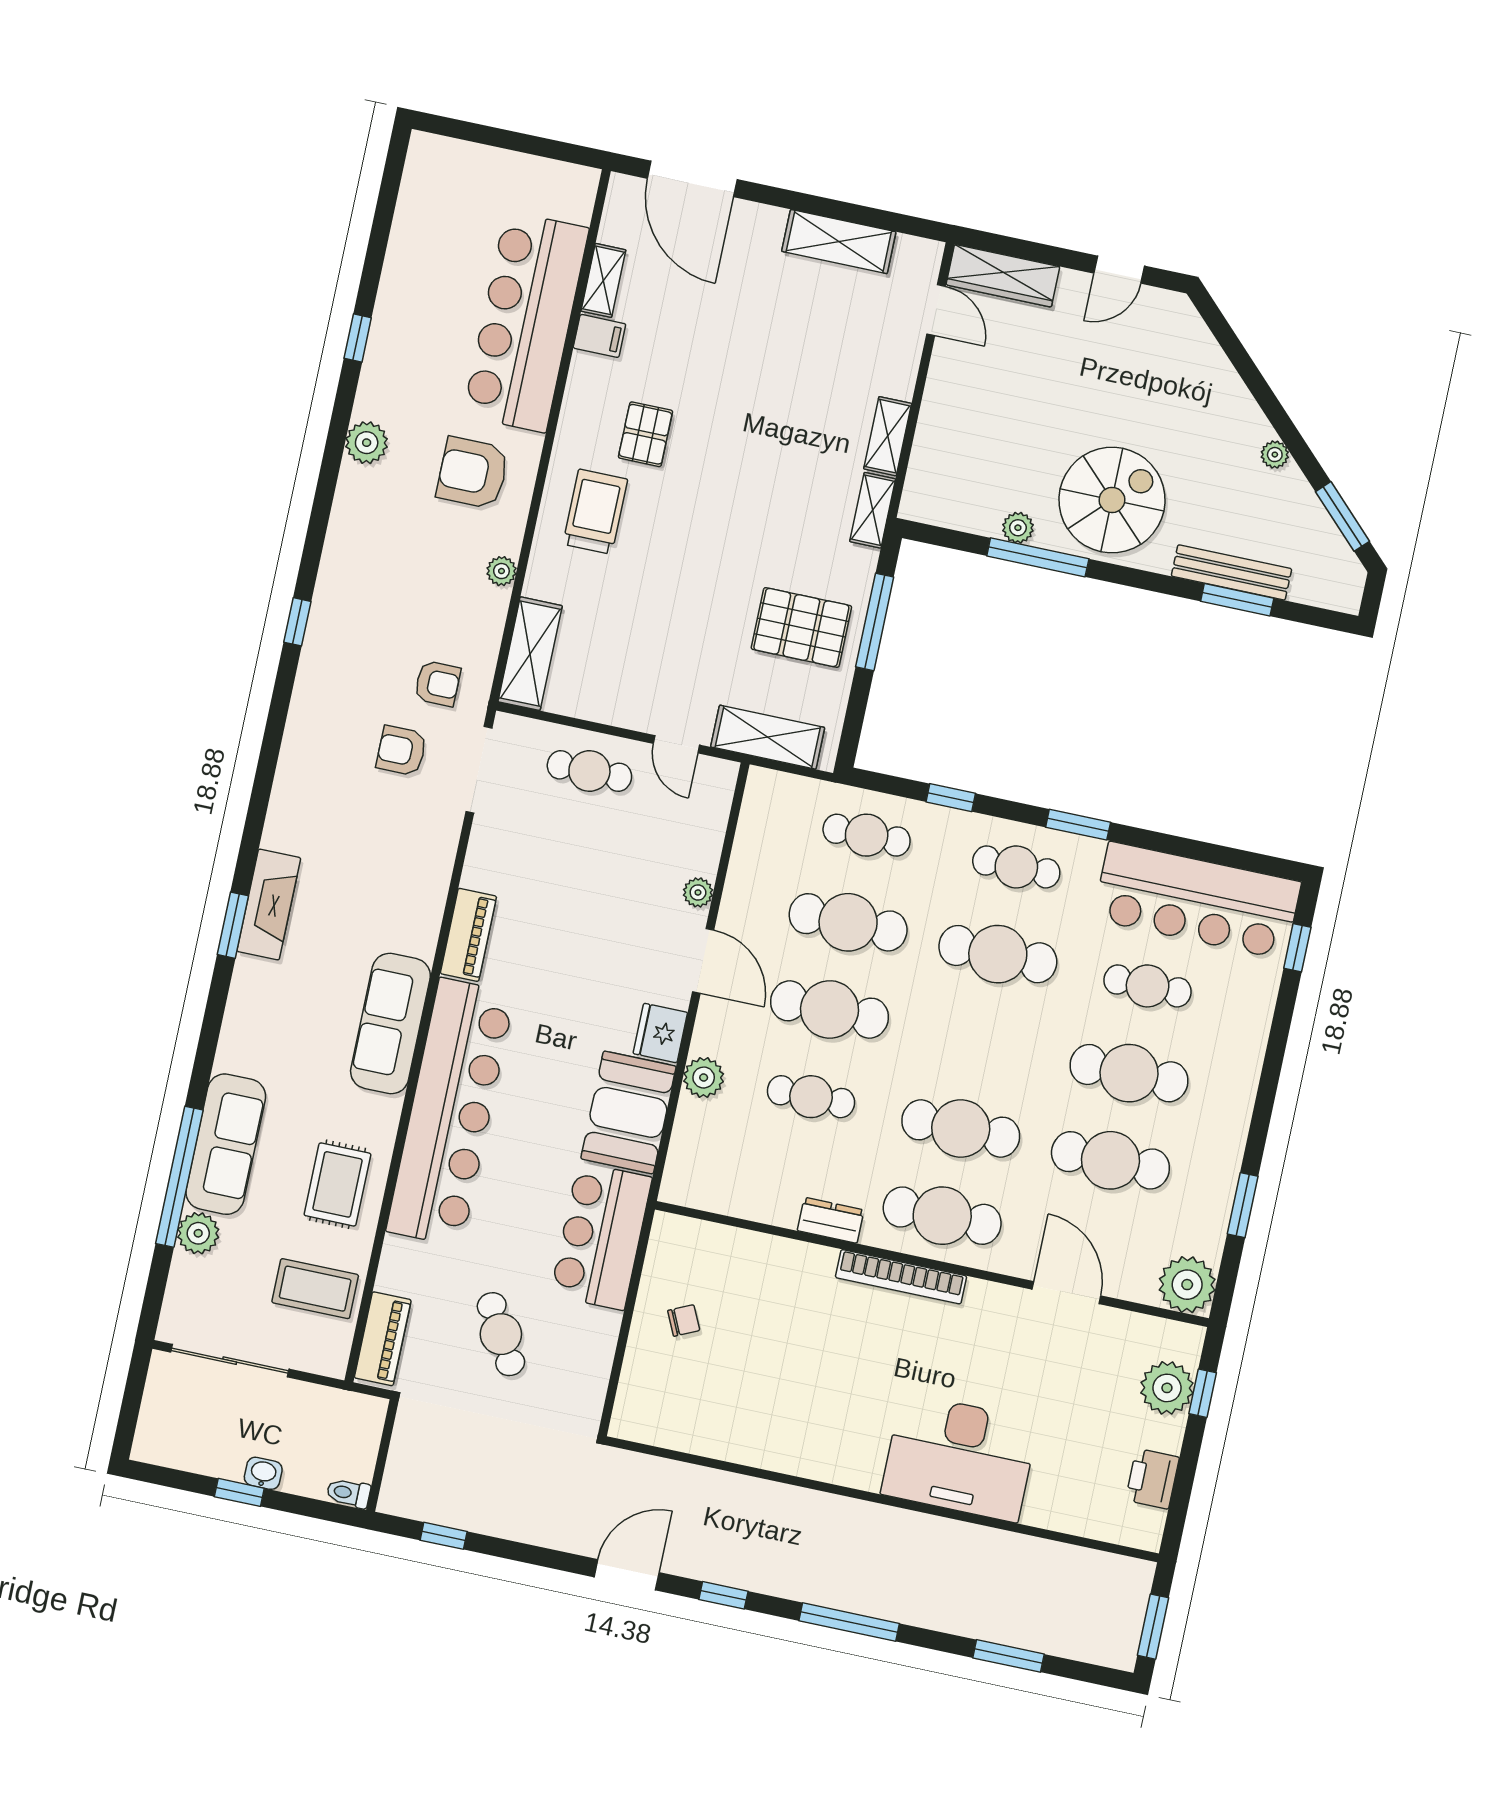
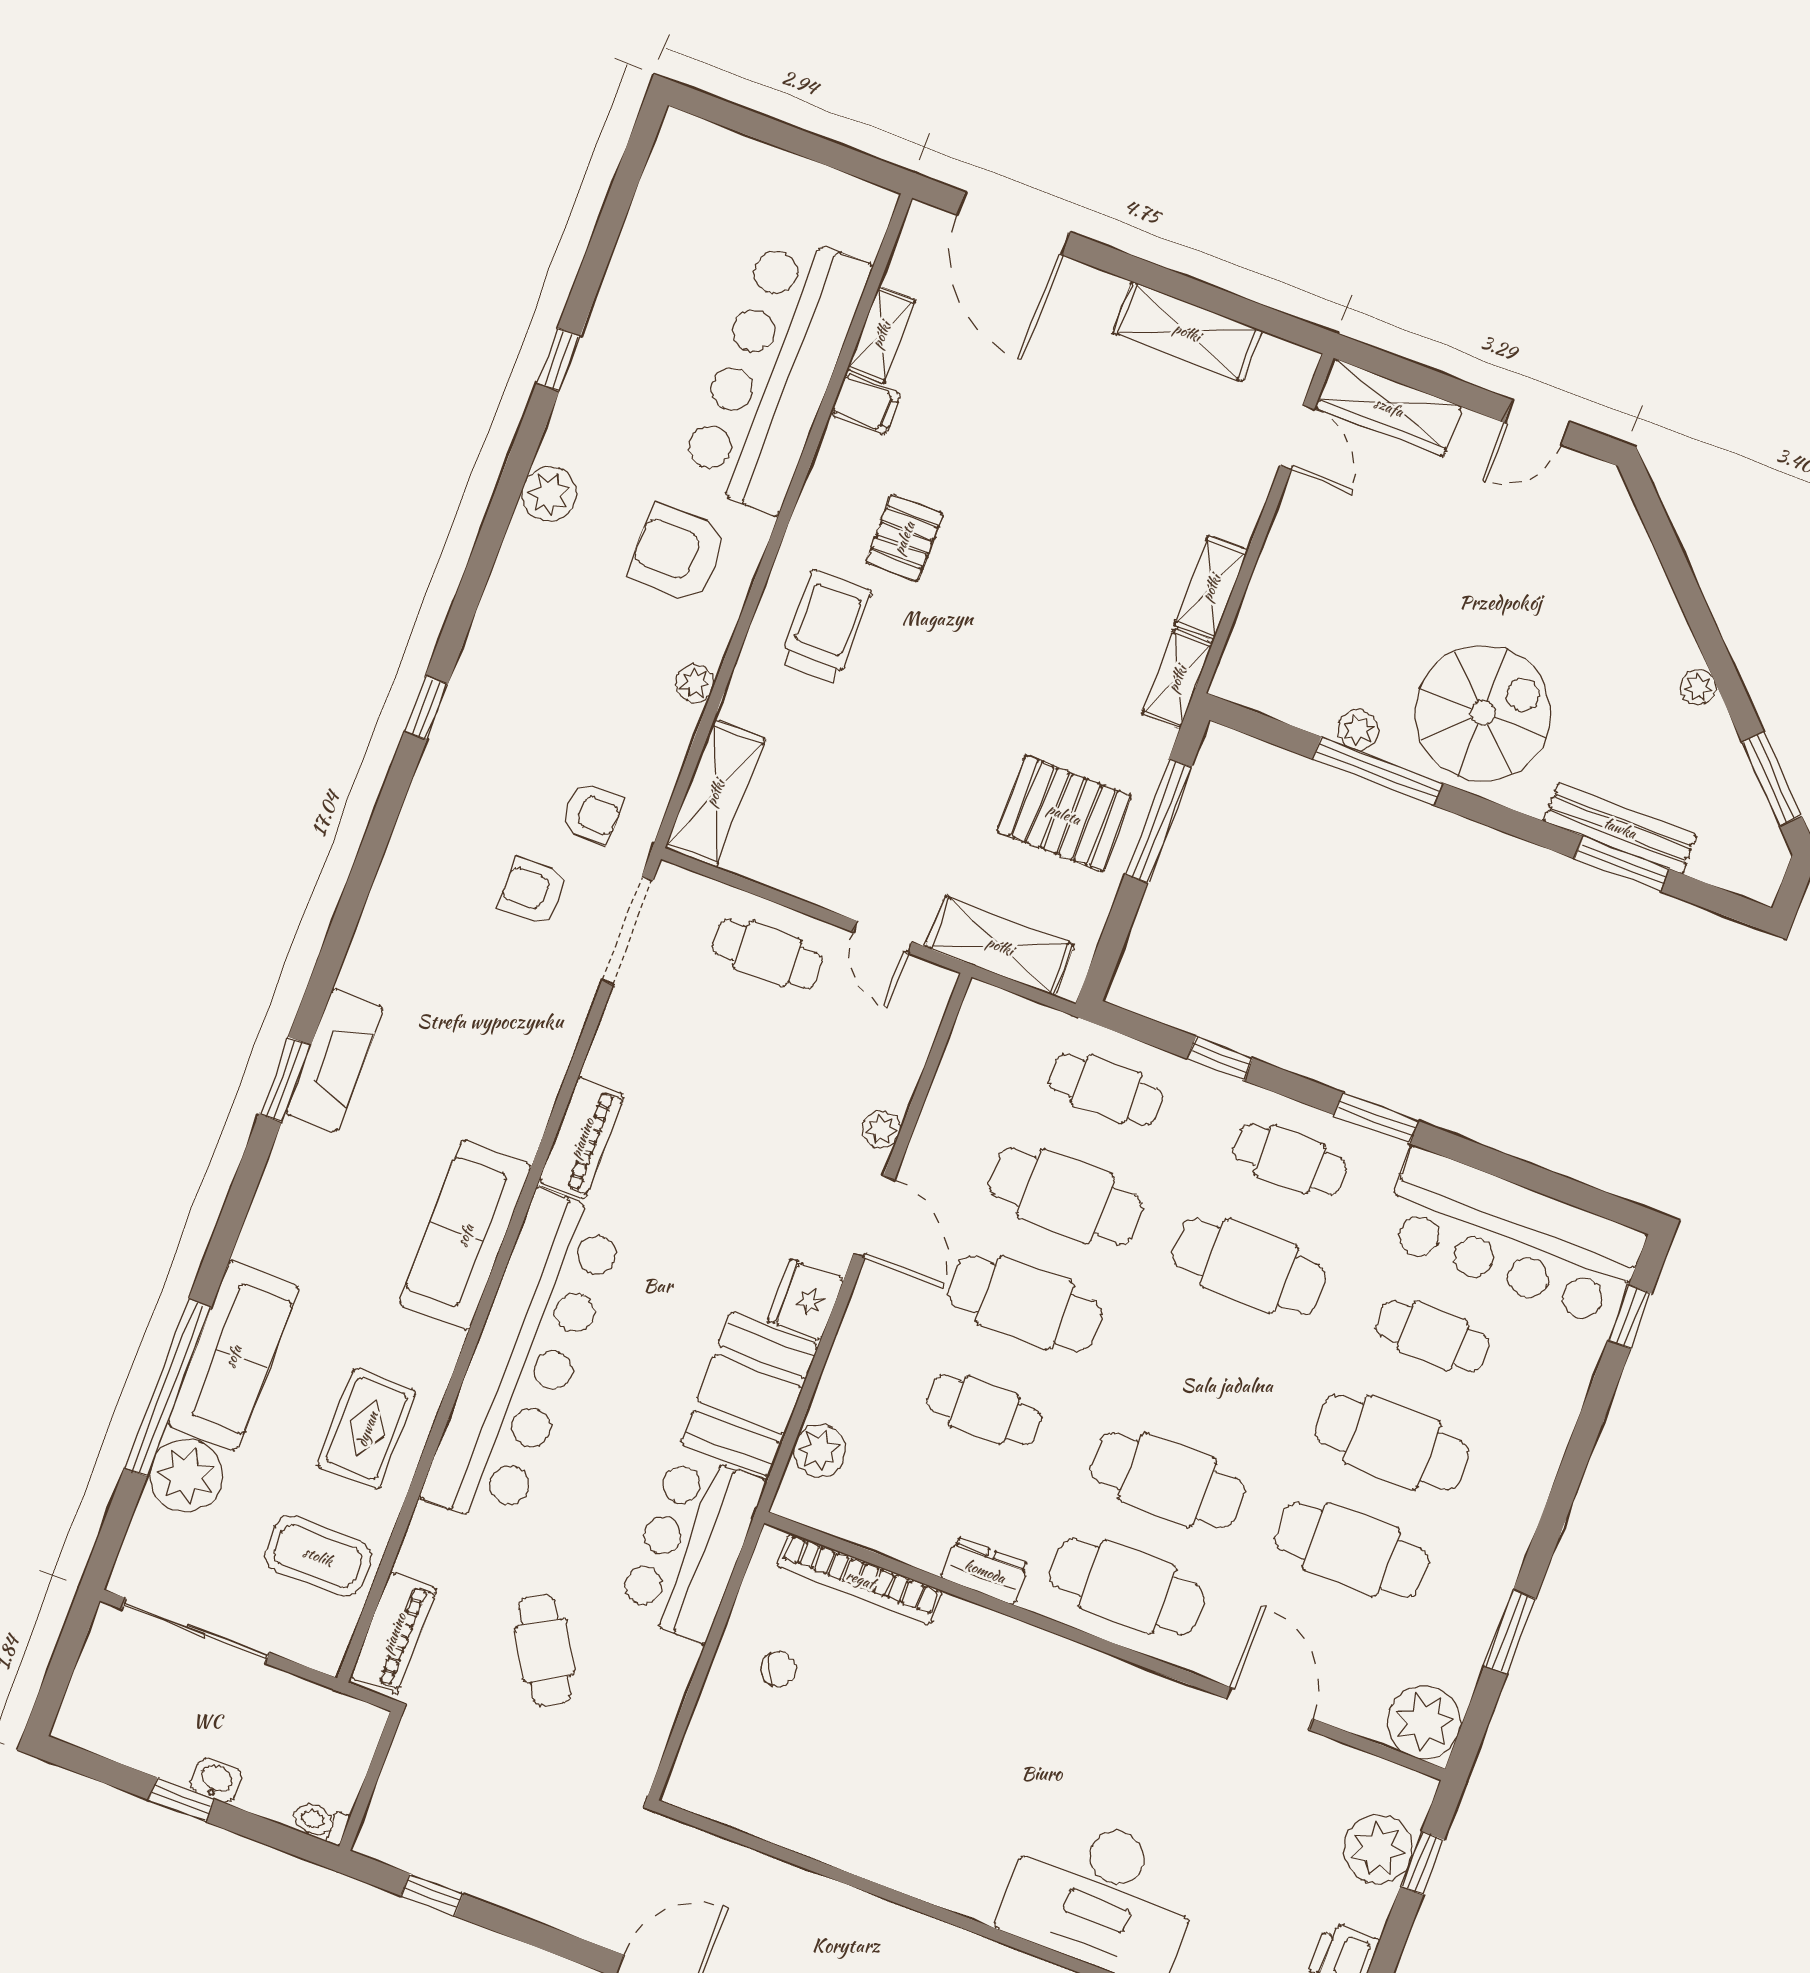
plant: (704, 1078) -> (819, 1451), moved
plant: (198, 1233) -> (186, 1476), width x1.36, depth x1.36
bookcase: (901, 1277) -> (860, 1579), moved

